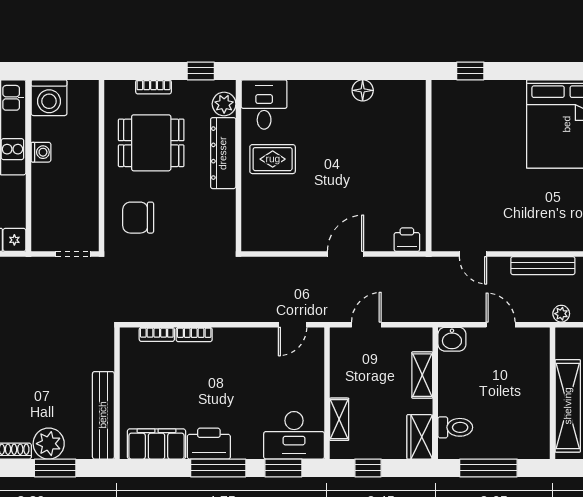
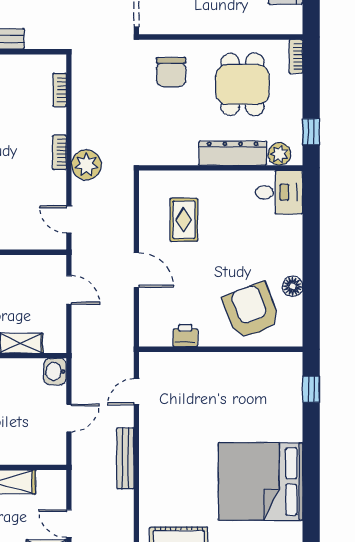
bookcase: (154, 87) -> (296, 56), moved
armchair: (388, 134) -> (251, 311), added
rug: (273, 159) -> (184, 220), moved
chair: (138, 218) -> (171, 72), turned 180
printer: (407, 240) -> (185, 336), moved, turned -90
plant: (561, 314) -> (86, 165), moved, width x1.88, depth x1.88
bookcase: (194, 335) -> (59, 152), moved

